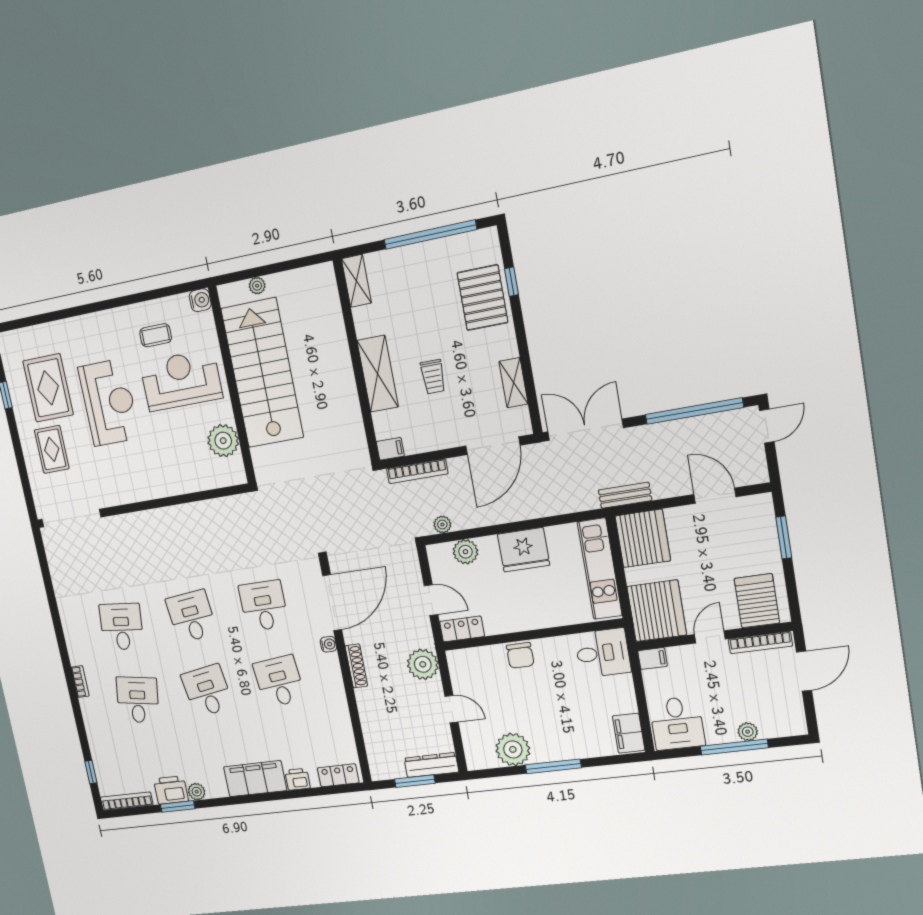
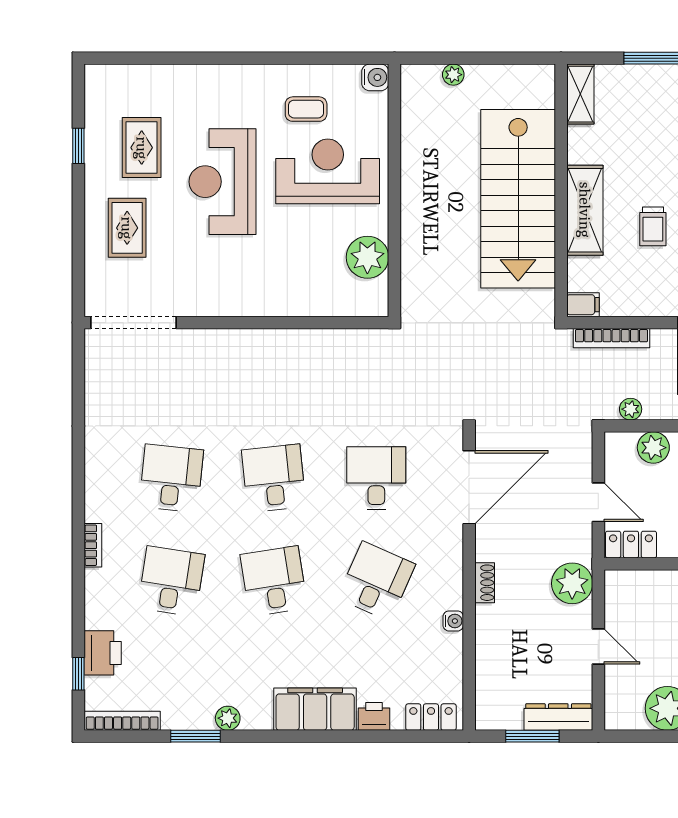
stairs: (262, 373) -> (518, 199), moved, turned 180
rug: (48, 388) -> (142, 148), width x0.73, depth x0.70
reception desk: (109, 403) -> (222, 182), turned 180
water cooler: (328, 644) -> (453, 621), moved
shoe rack: (356, 666) -> (485, 583), width x0.70
desk: (279, 681) -> (376, 581), turned 30
printer: (171, 790) -> (103, 653), moved, turned 90

